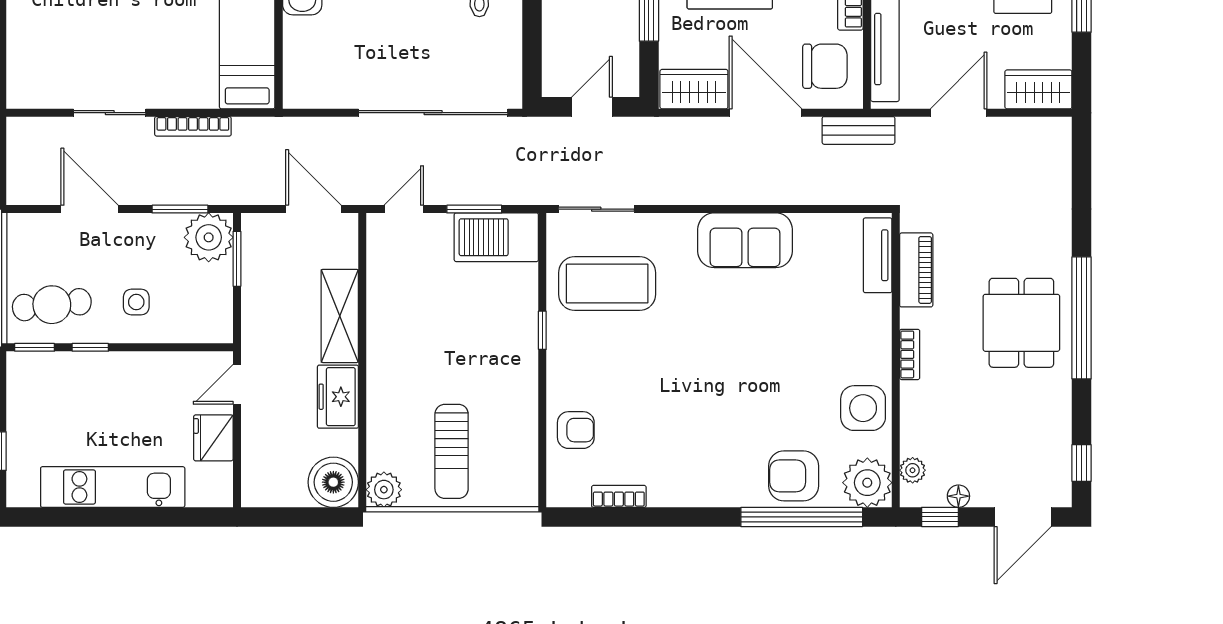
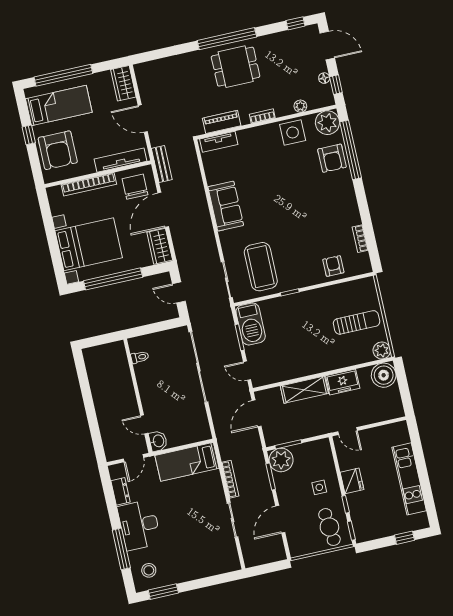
fridge: (213, 438) -> (352, 481), moved, turned -90
plant: (913, 470) -> (300, 106), moved

